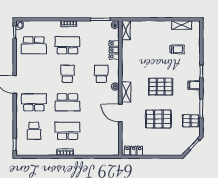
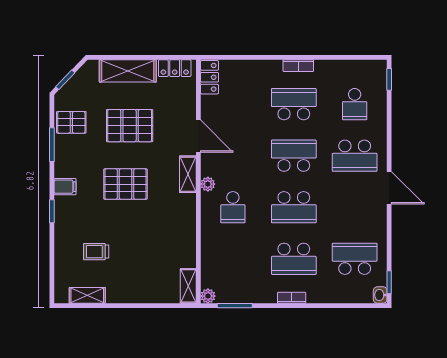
locker: (114, 50) -> (210, 77), moved
school desk: (68, 74) -> (294, 207), width x1.85
school desk: (34, 131) -> (355, 104), turned 180
school desk: (68, 131) -> (294, 104), turned 180
shelving: (159, 149) -> (128, 71), added

